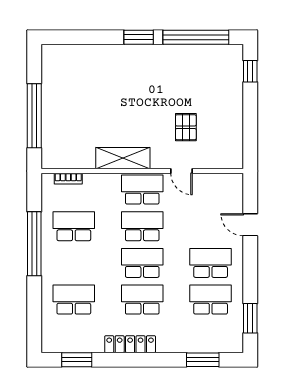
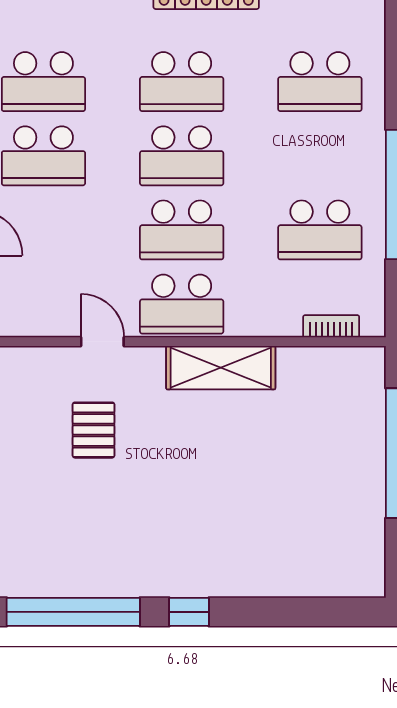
window: (139, 37) -> (189, 612), width x0.67

